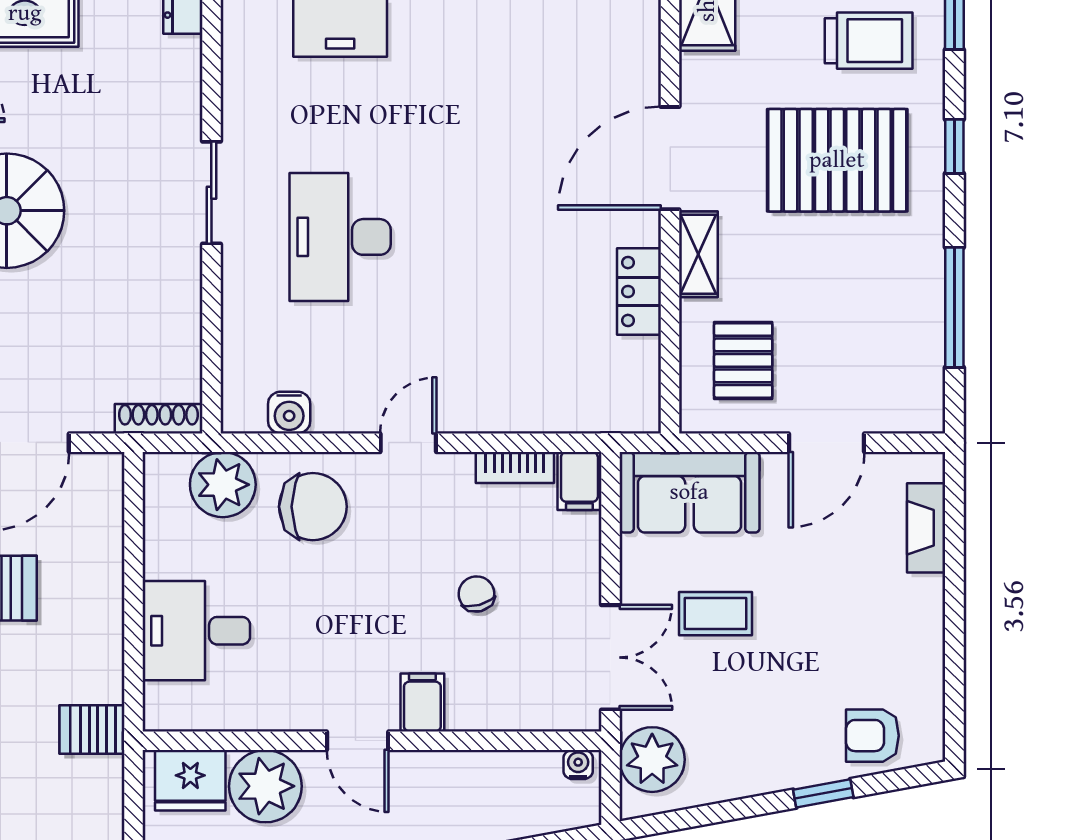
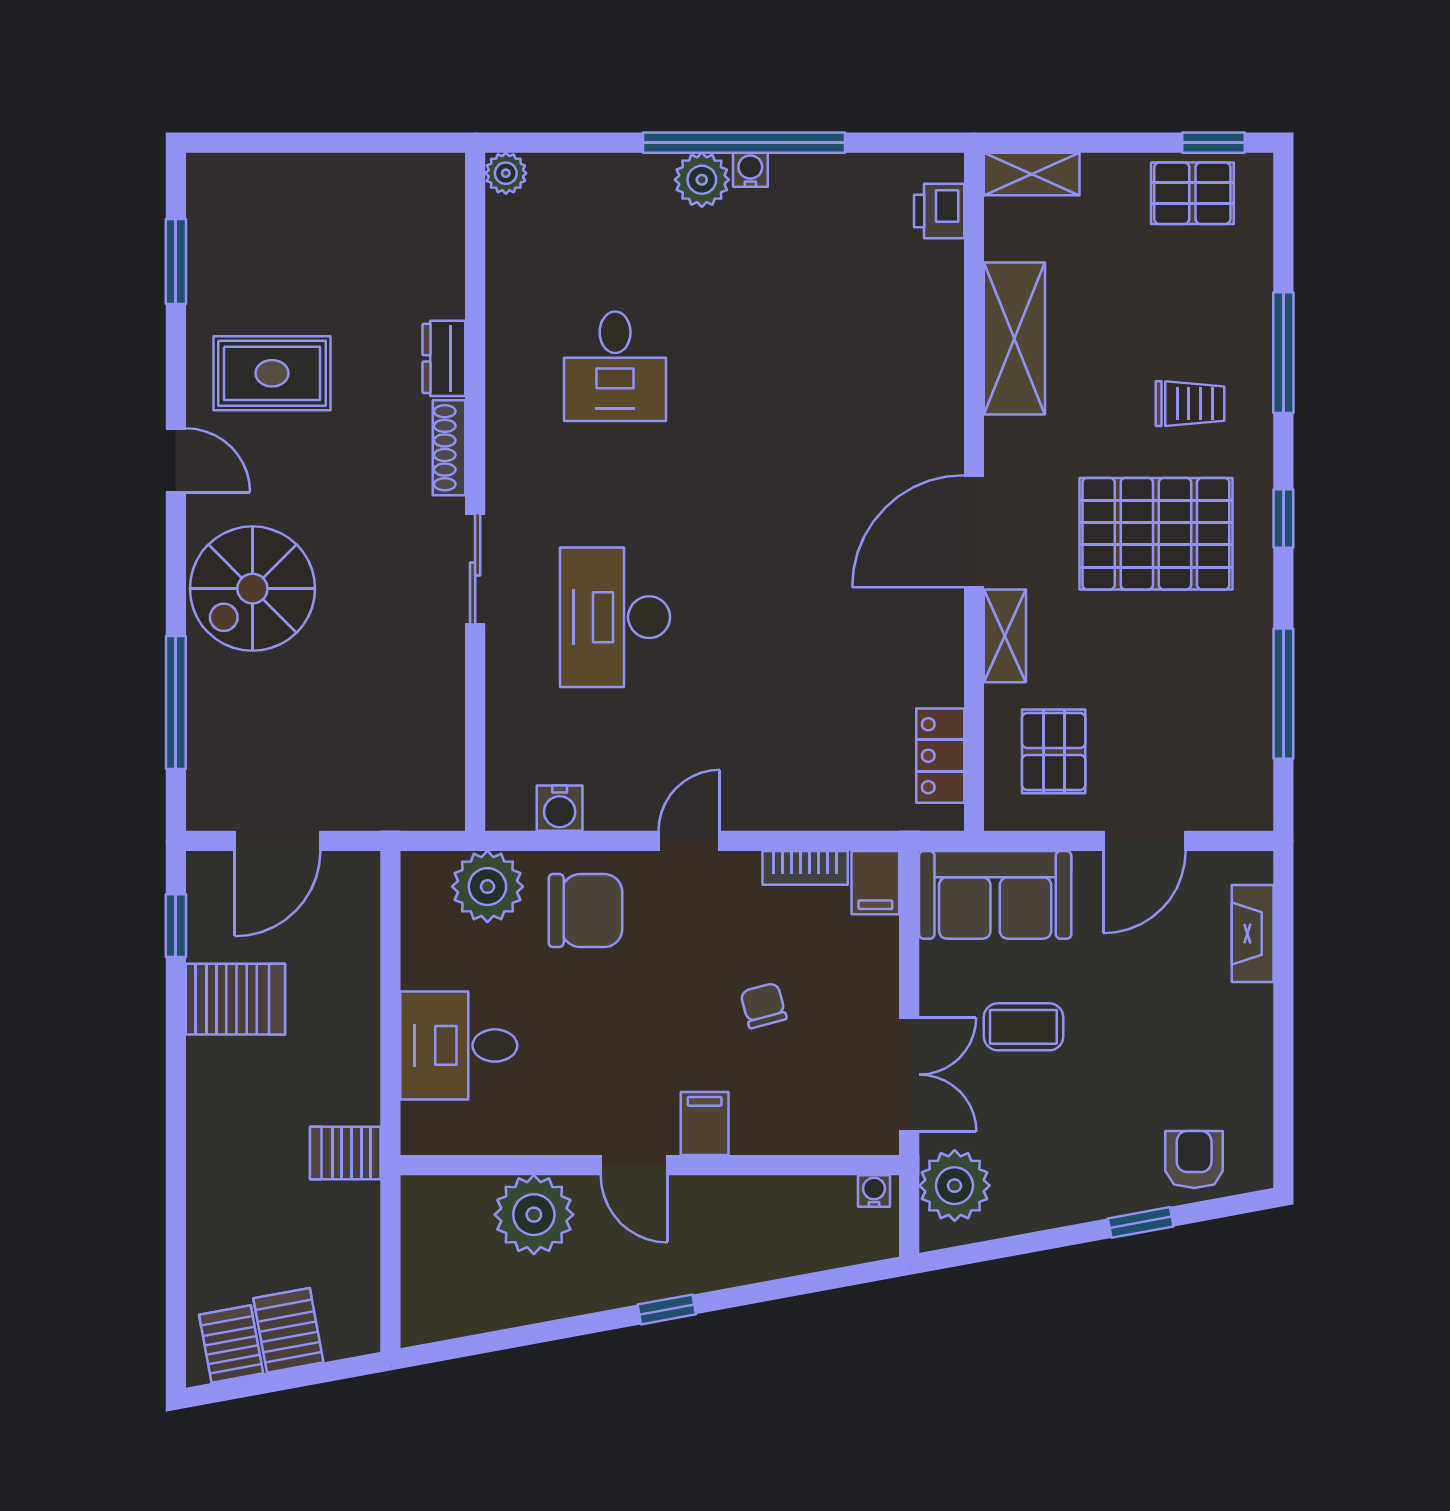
trolley: (869, 41) -> (1190, 404), width x0.73, depth x0.72
locker: (639, 292) -> (940, 756), moved
shoe rack: (159, 419) -> (449, 448), moved, turned -90
armchair: (872, 736) -> (1194, 1160), turned 90
fridge: (190, 780) -> (452, 1208), removed

